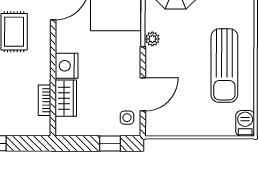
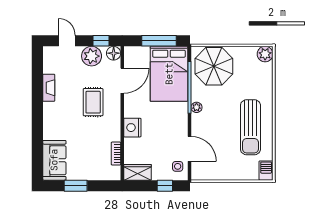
door: (143, 94) -> (190, 149), hinge flipped
wardrobe: (66, 98) -> (138, 172), moved, turned -90

